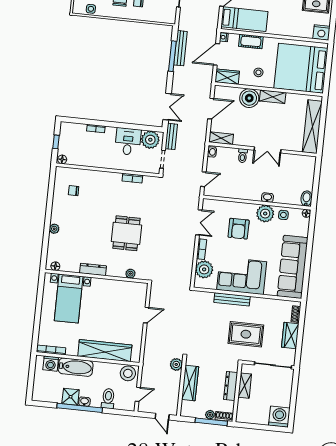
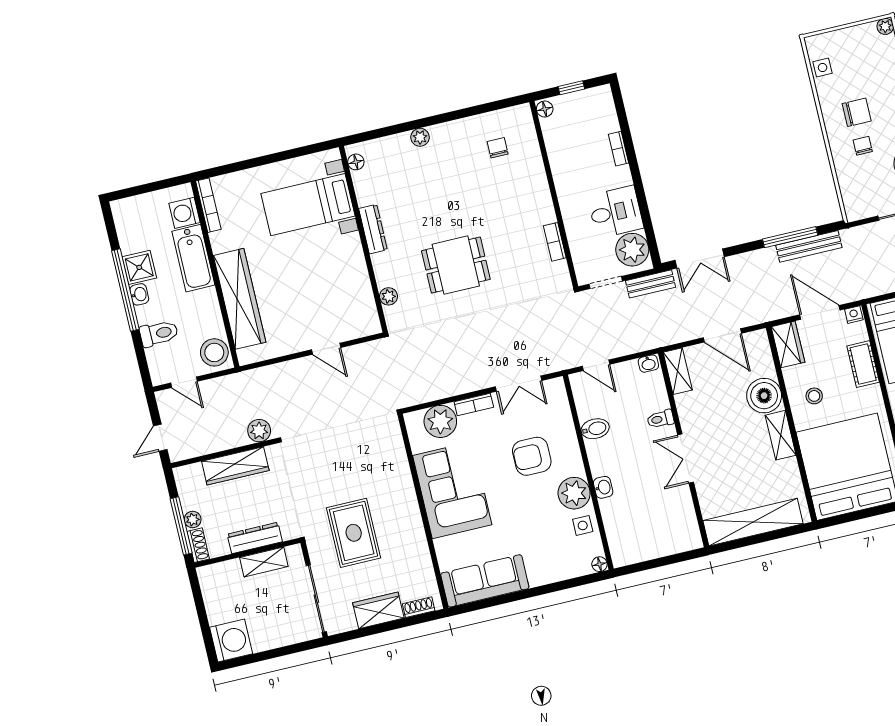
bidet: (306, 198) -> (595, 429), moved
sofa: (293, 267) -> (485, 581), width x0.74, depth x0.79
bench: (232, 299) -> (405, 488), removed

